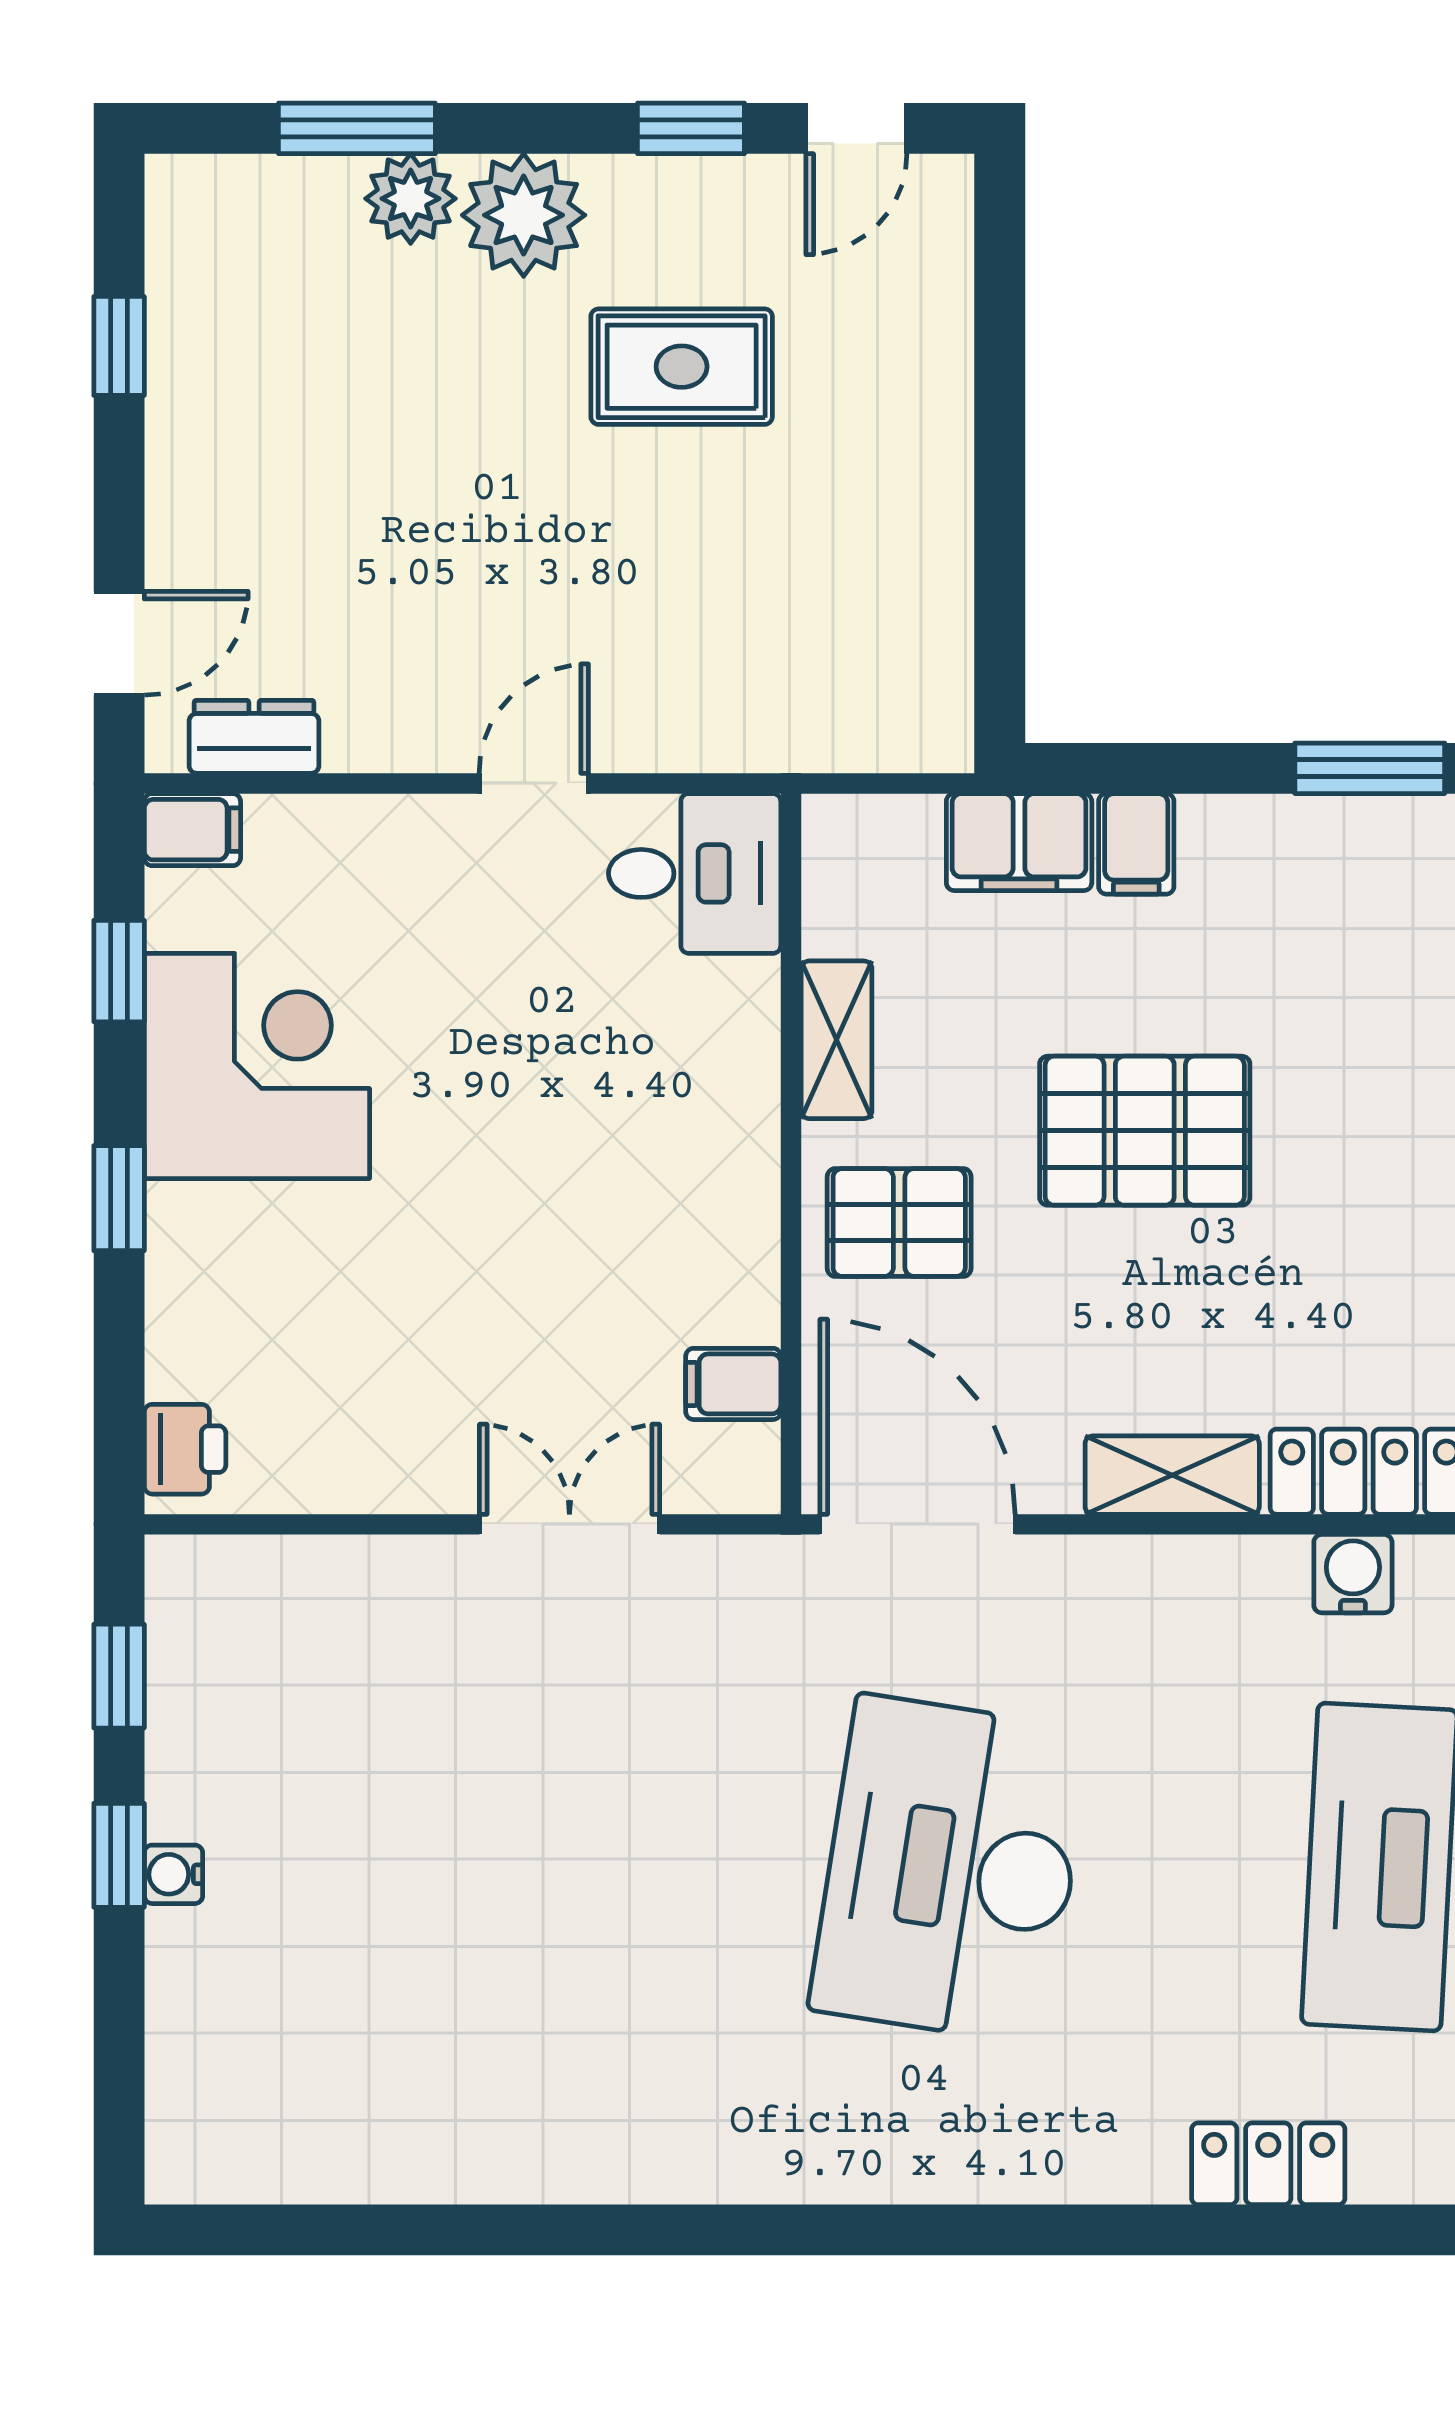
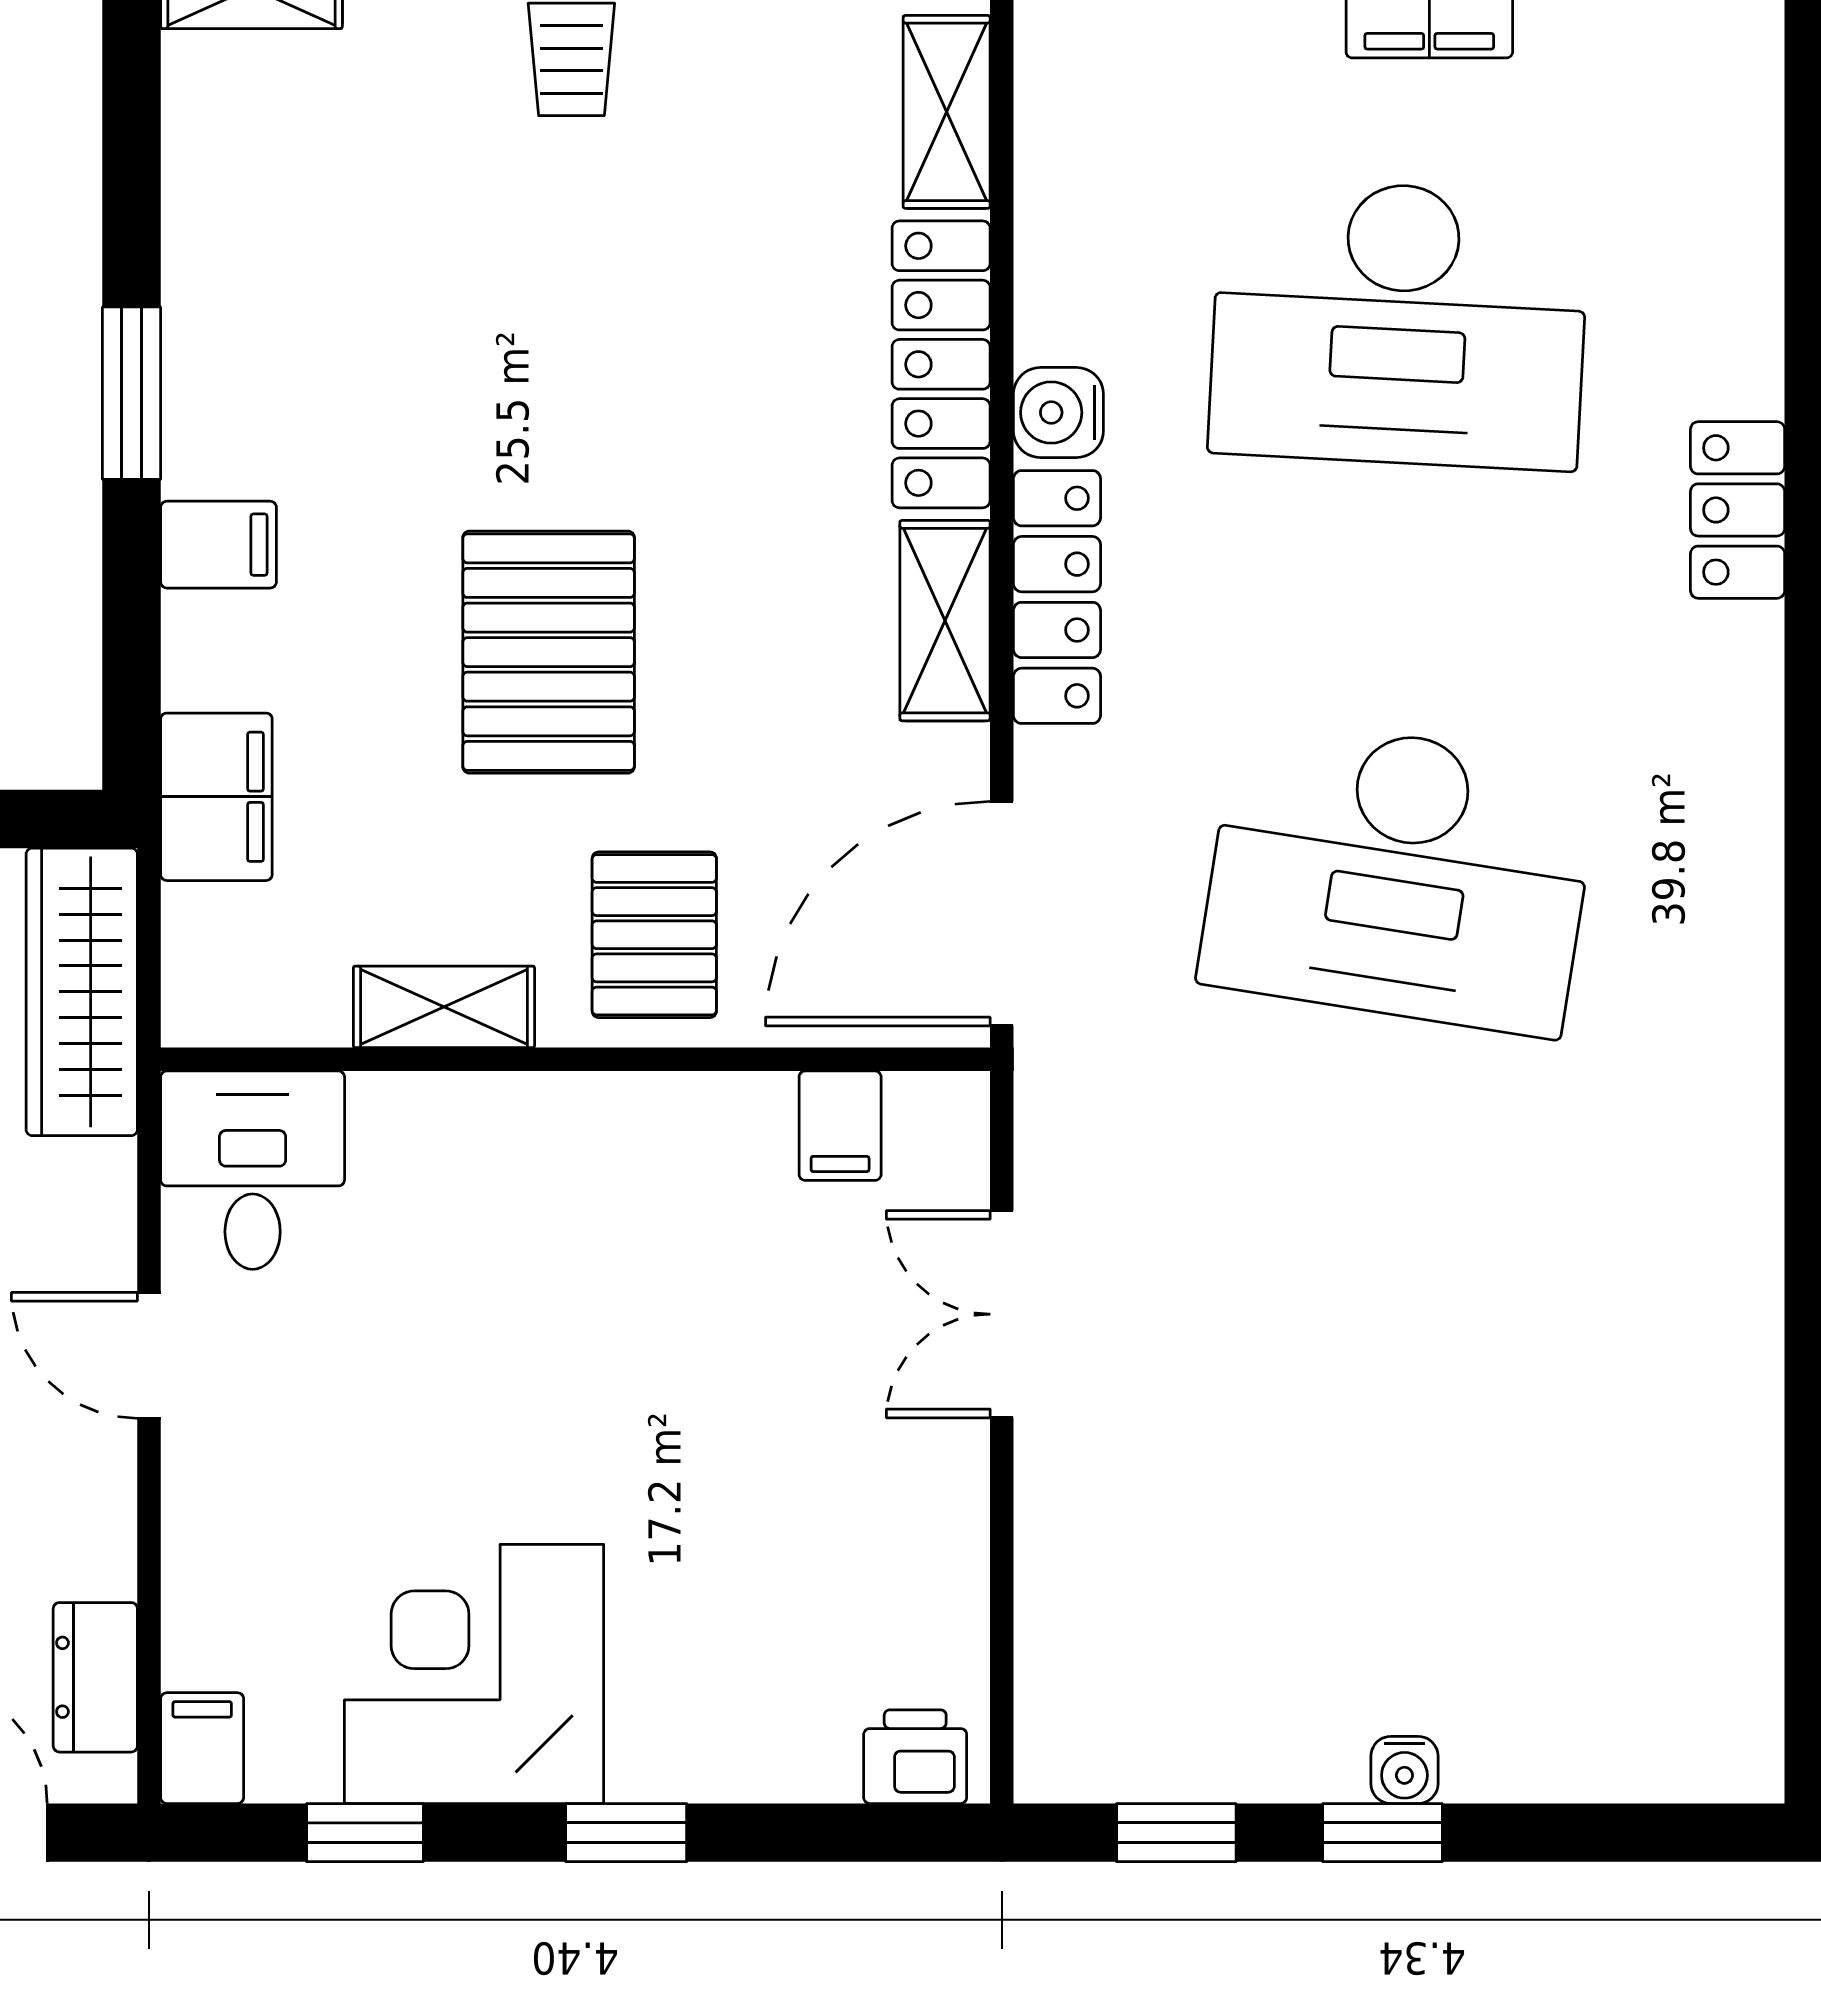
wardrobe: (850, 725) -> (82, 992), added
filing cabinet: (1136, 844) -> (218, 545), moved
locker: (1193, 1572) -> (1057, 597), added

